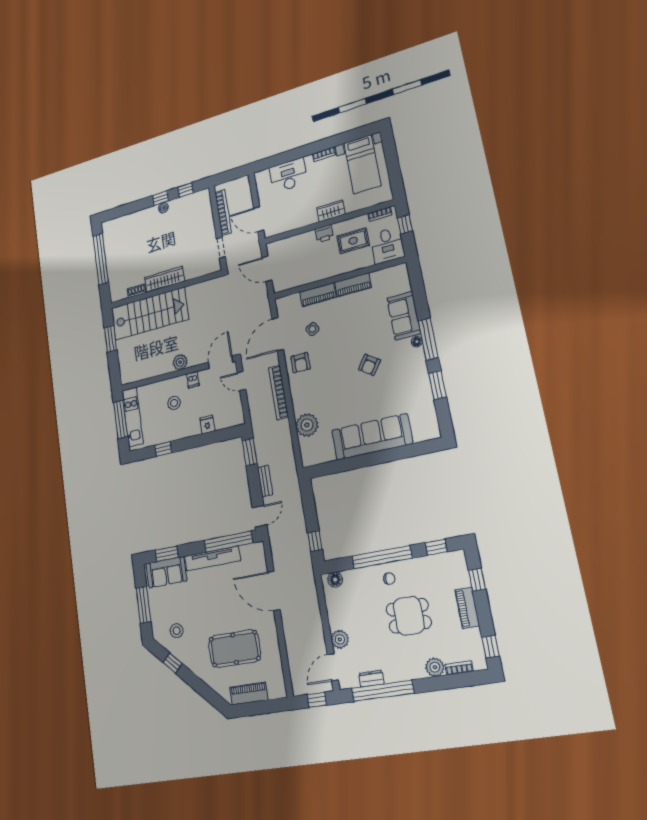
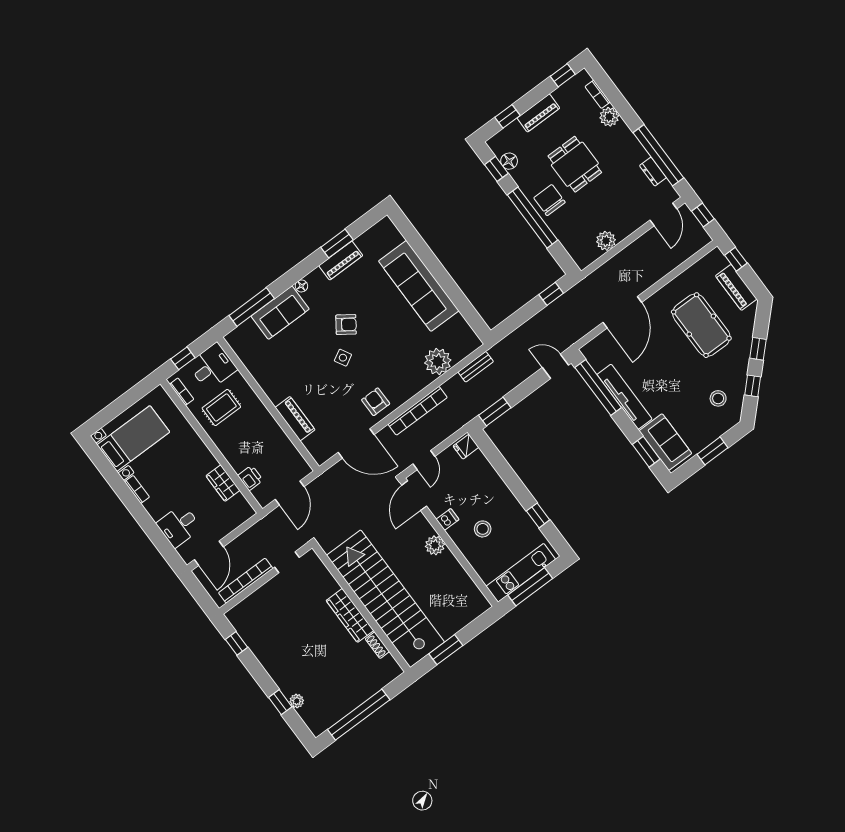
desk: (288, 175) -> (179, 526), width x0.73
window: (161, 198) -> (280, 702), moved
plant: (163, 208) -> (297, 701), moved
wardrobe: (331, 211) -> (223, 483), moved
door: (259, 219) -> (209, 553), moved
printer: (324, 234) -> (250, 478), moved
rug: (353, 241) -> (221, 407), turned 90
piano: (353, 285) -> (341, 261), moved, turned 90
stairs: (150, 314) -> (385, 599), width x1.36
side table: (312, 329) -> (343, 358), moved
window: (428, 339) -> (252, 307), moved
door: (221, 362) -> (414, 496), hinge flipped
armchair: (300, 363) -> (376, 402), turned -90
fridge: (207, 424) -> (466, 447), moved
bench: (265, 481) -> (476, 367), moved
chair: (389, 579) -> (549, 200), width x1.87, depth x1.87
floor lamp: (335, 580) -> (509, 161), moved
window: (143, 605) -> (713, 451), width x0.69
plant: (340, 639) -> (606, 241), moved
door: (333, 667) -> (663, 214), hinge flipped
window: (196, 683) -> (758, 349), added
window: (270, 706) -> (736, 259), added

